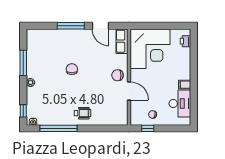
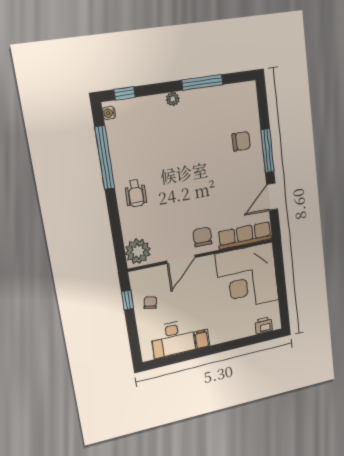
row of seats: (122, 41) -> (245, 235), width x1.48
chair: (72, 69) -> (241, 141), moved
plant: (118, 117) -> (138, 251), added

